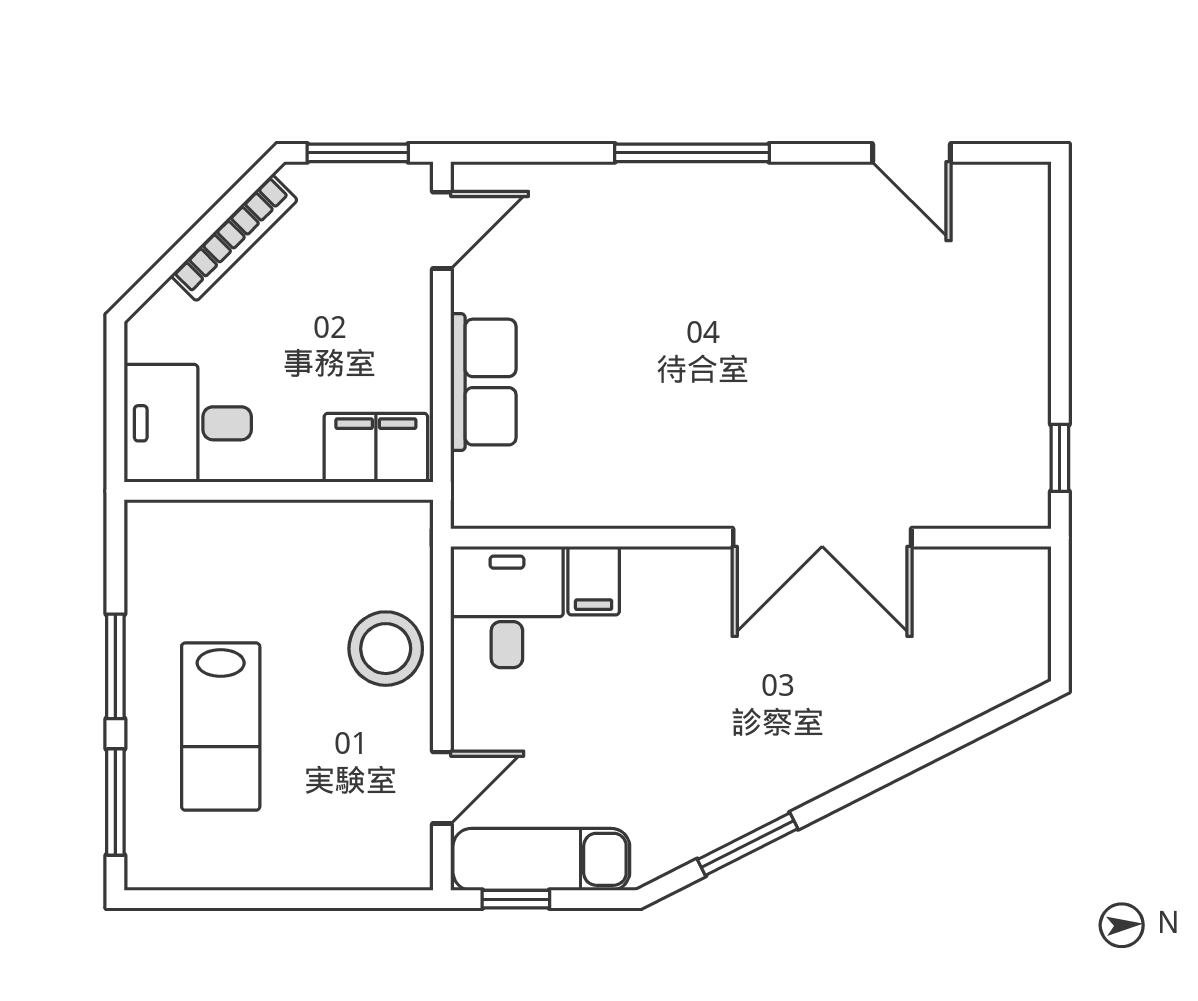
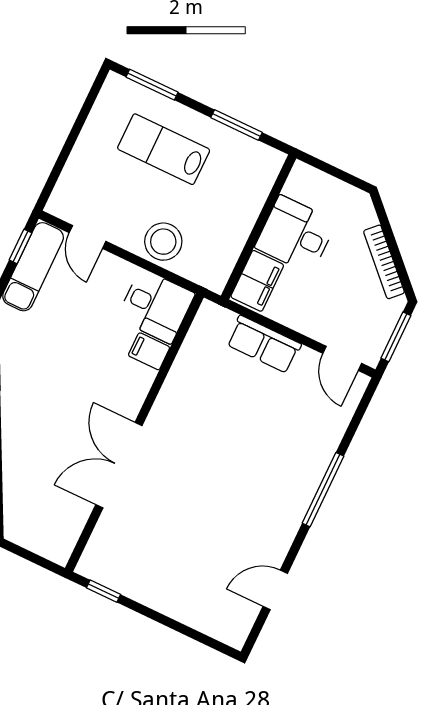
desk: (188, 423) -> (296, 235), moved, turned -90
window: (115, 666) -> (236, 125), moved

